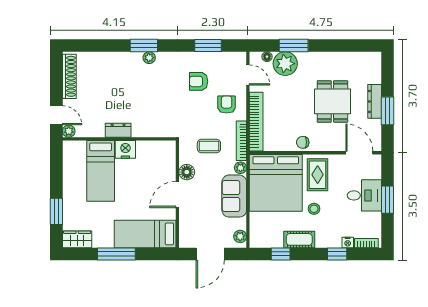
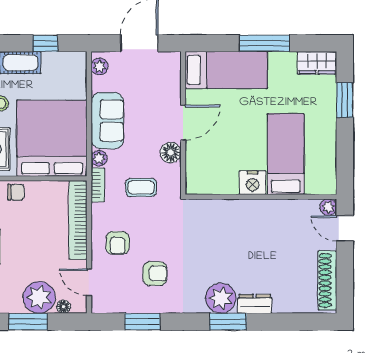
plant: (149, 58) -> (221, 298), width x1.88, depth x1.88
dresser: (118, 130) -> (255, 304), moved, turned 180
bookcase: (241, 141) -> (98, 185), width x0.64

